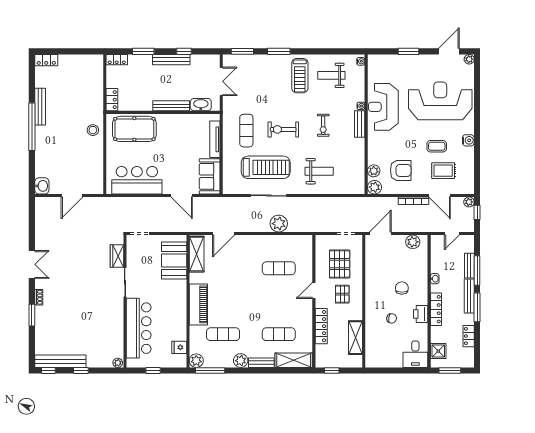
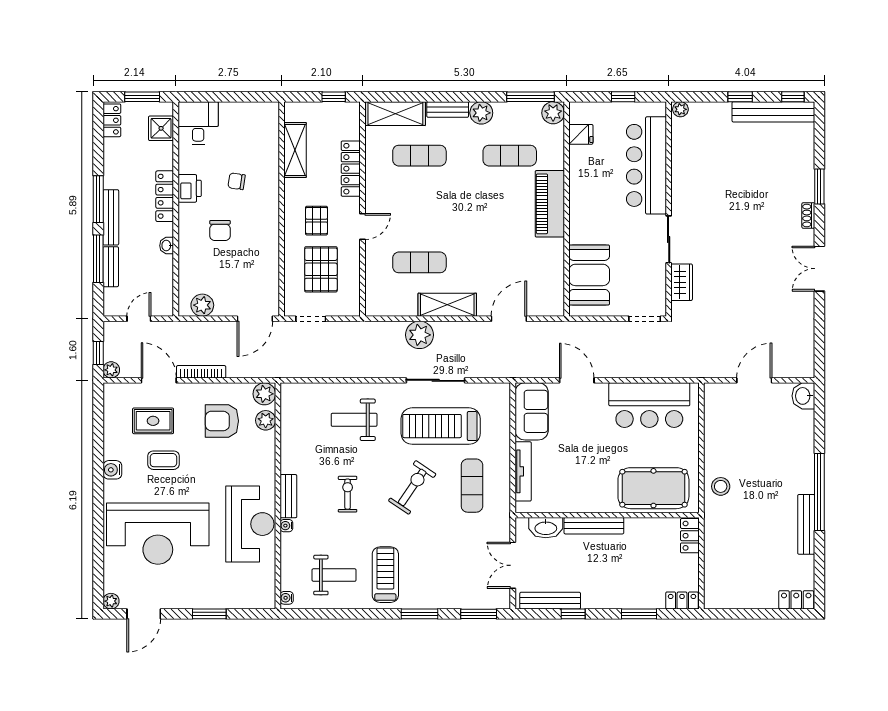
bench: (171, 60) -> (550, 601), moved
exercise bike: (283, 129) -> (412, 487), turned -56
shelving: (197, 254) -> (447, 305), moved, turned 90
locker: (469, 336) -> (112, 120), moved

